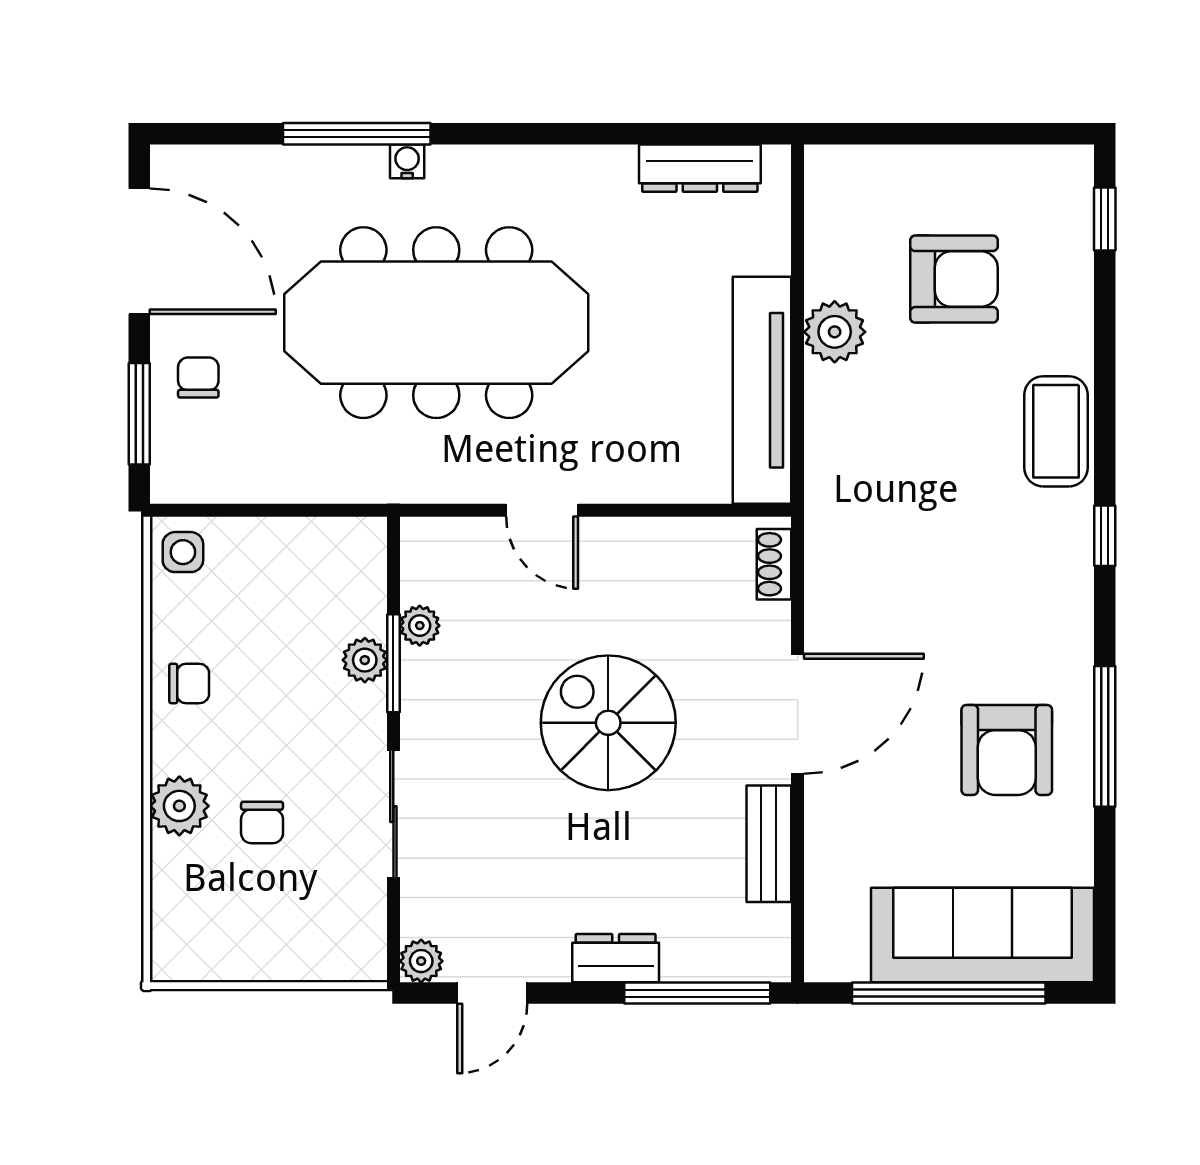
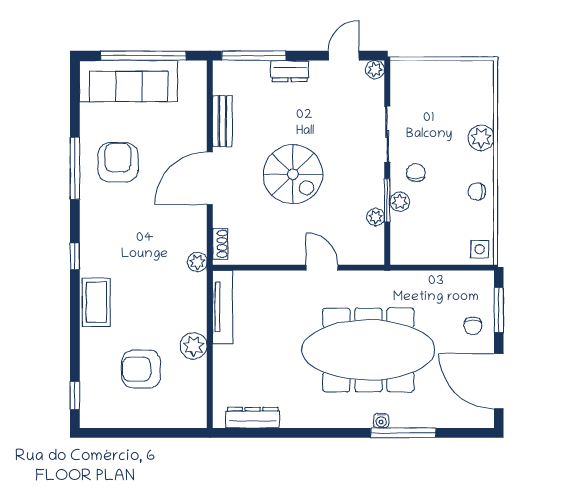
tv unit: (762, 390) -> (223, 307), width x0.73, depth x0.78
plant: (826, 523) -> (197, 262), added
chair: (262, 822) -> (416, 173), moved

